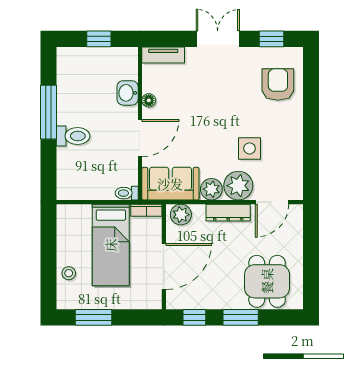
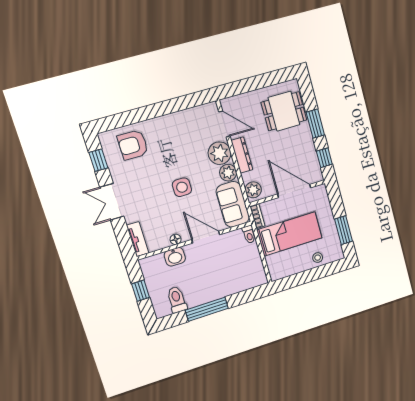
toilet: (73, 136) -> (177, 300), moved
side table: (250, 148) -> (182, 187), moved

